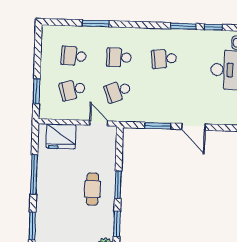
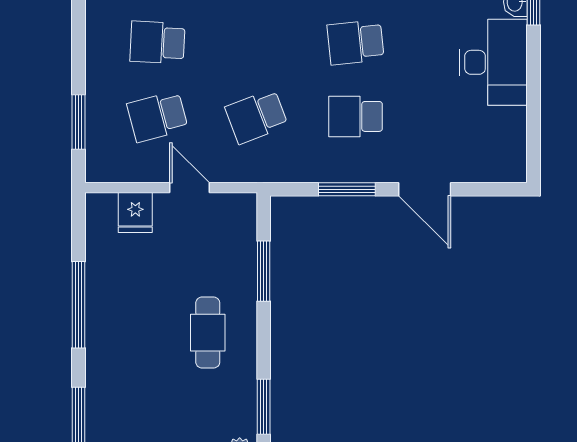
school desk: (119, 57) -> (356, 116), moved
door: (99, 123) -> (190, 188), moved
fridge: (61, 136) -> (135, 212), width x0.53, depth x0.75
window: (118, 185) -> (264, 271), moved

